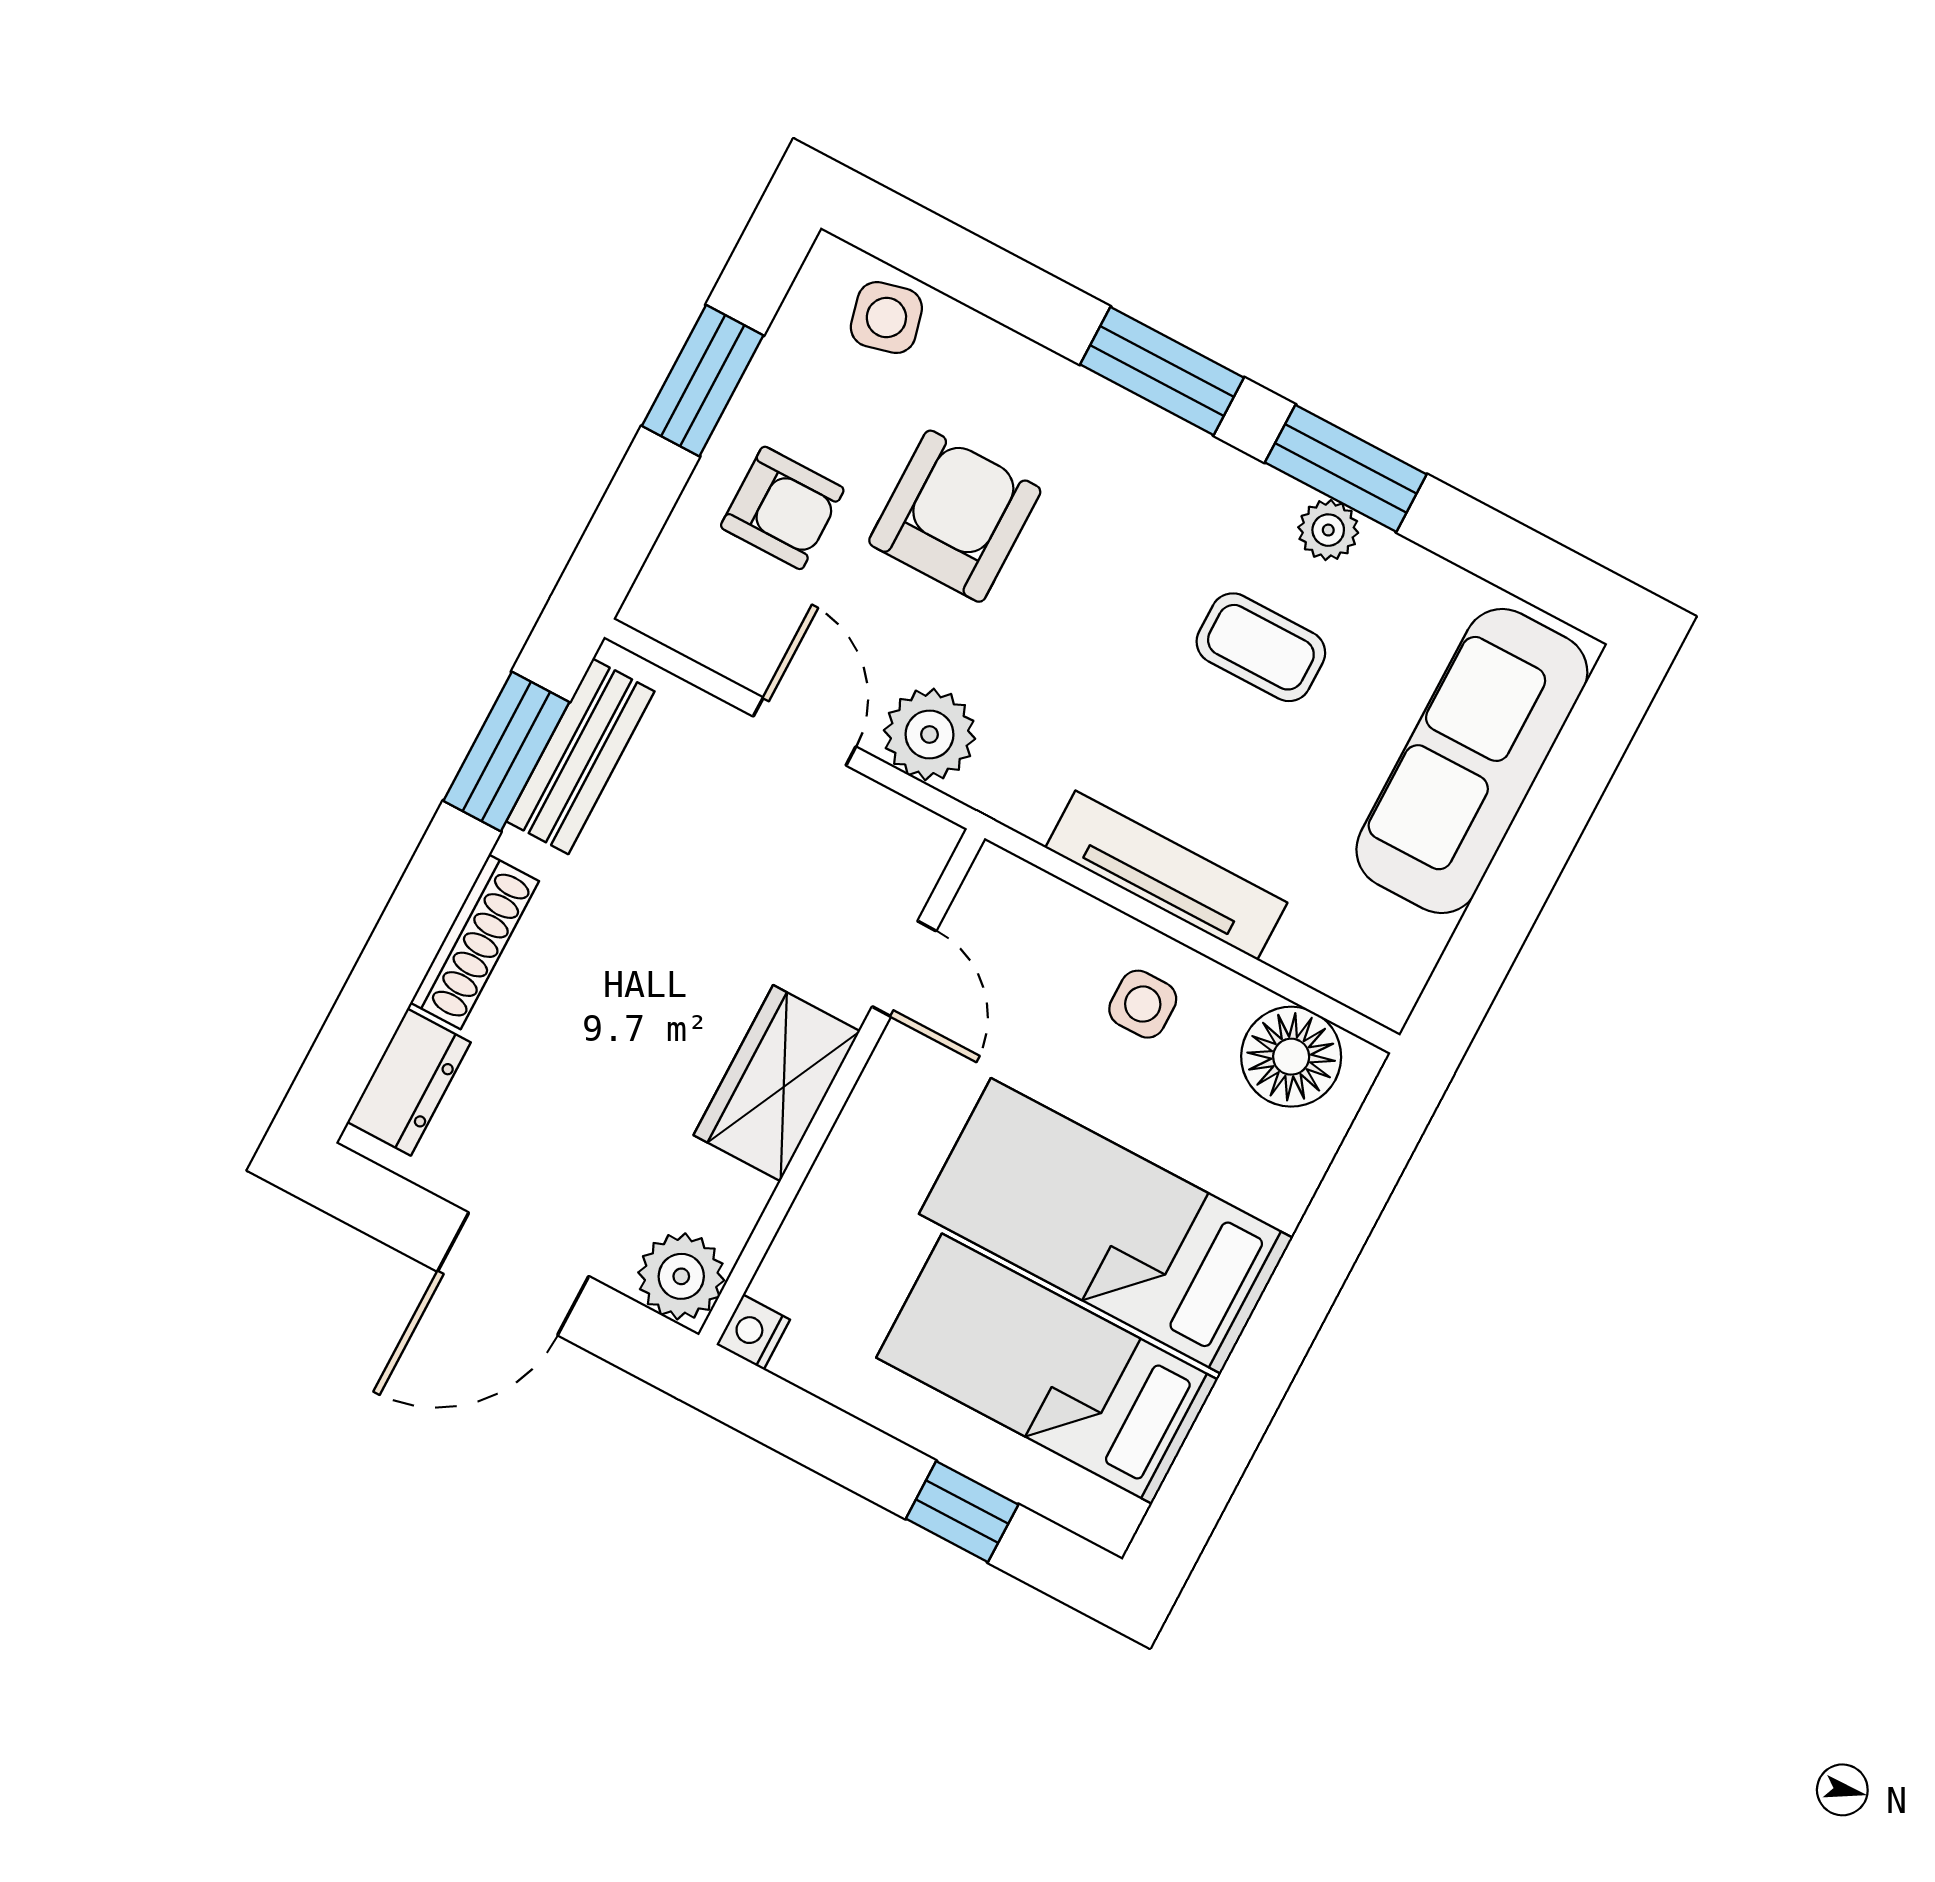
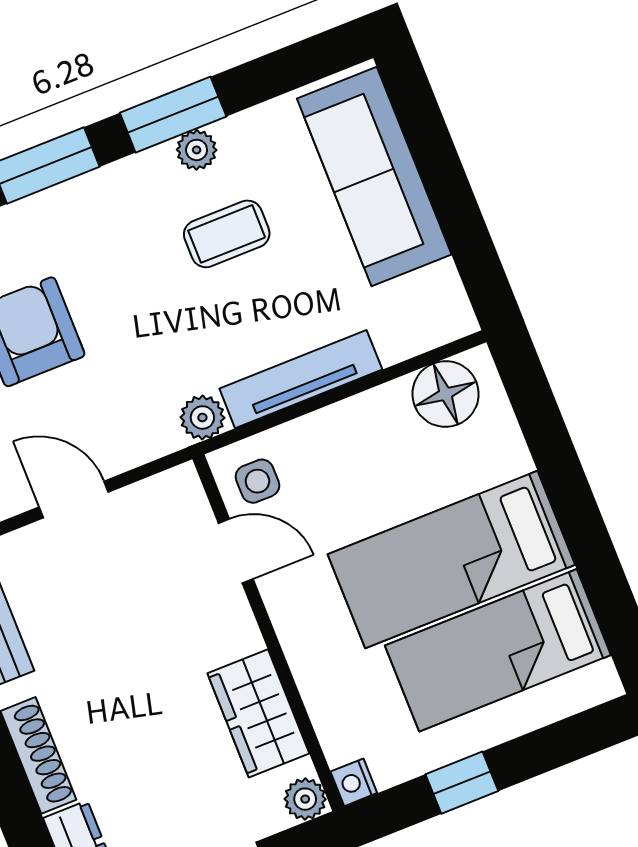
plant: (930, 734) -> (202, 418), moved, width x0.73, depth x0.73
side table: (1143, 1004) -> (257, 481), moved
wardrobe: (777, 1083) -> (258, 713), moved
plant: (681, 1276) -> (305, 799), width x0.73, depth x0.73
window: (962, 1512) -> (462, 783), moved

